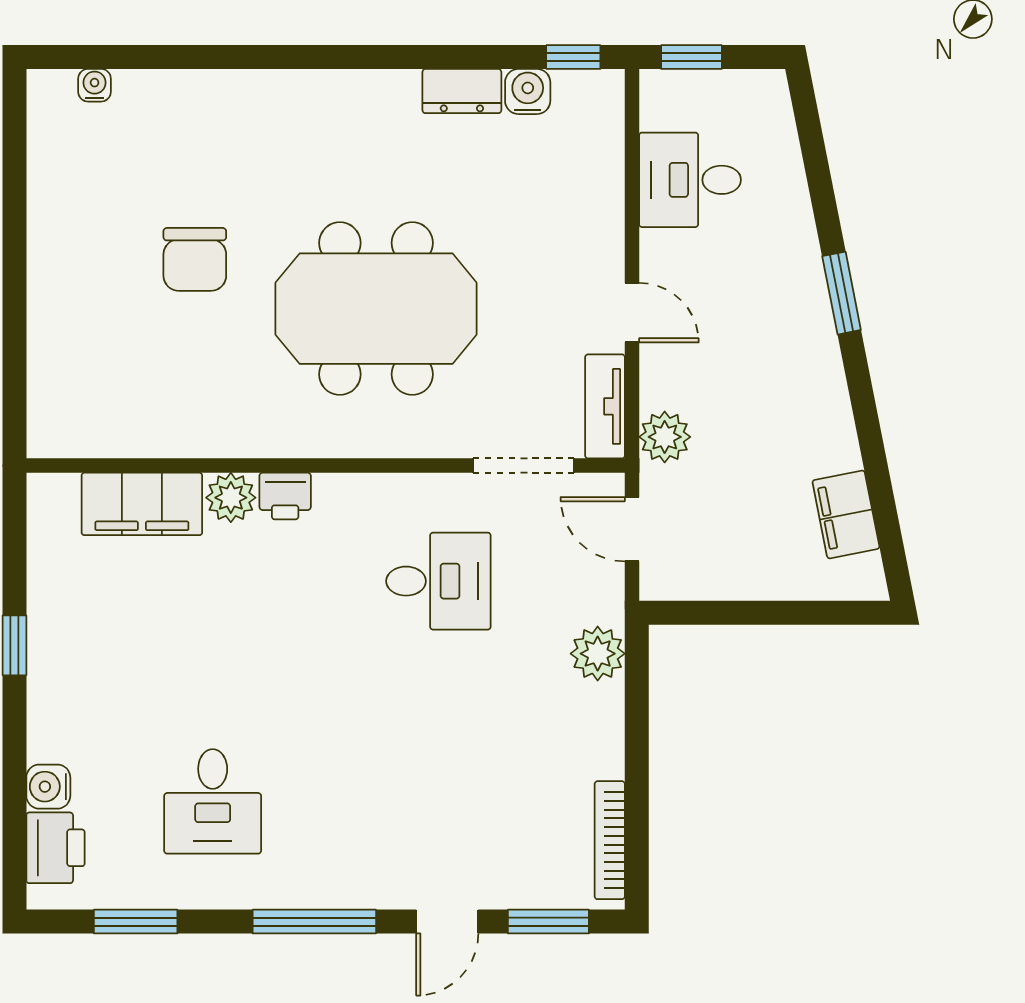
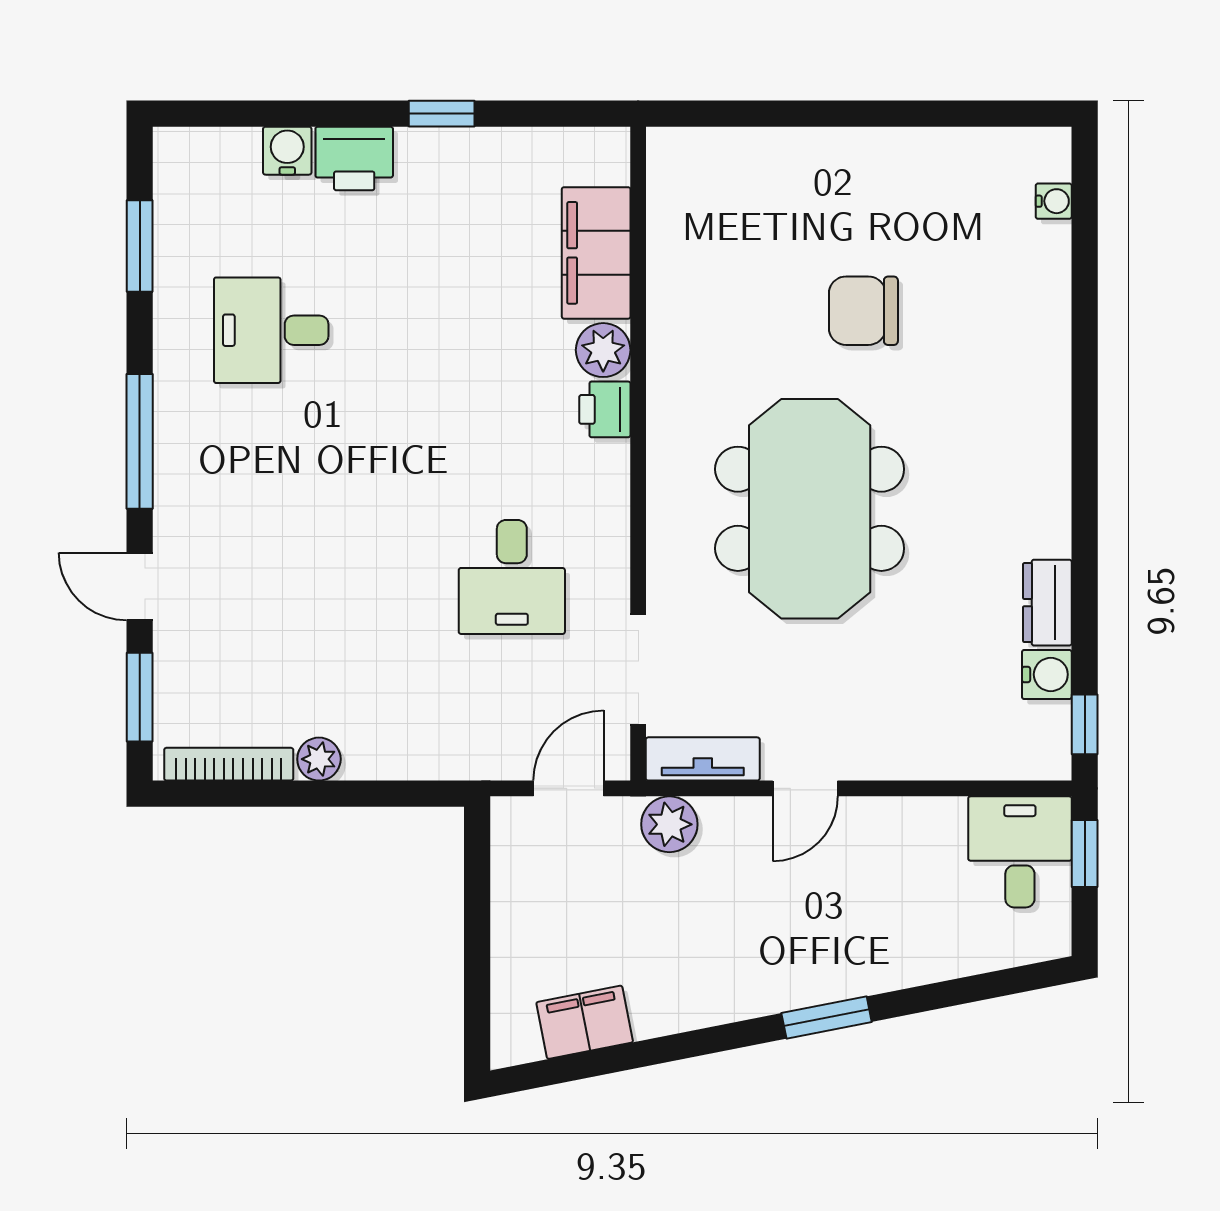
desk: (690, 180) -> (1020, 852), moved
plant: (598, 654) -> (319, 759), moved, width x0.73, depth x0.73
printer: (55, 848) -> (354, 158), moved

